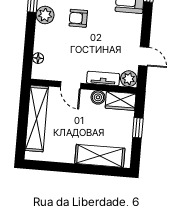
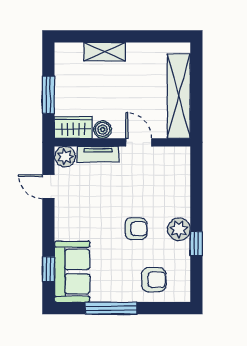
floor lamp: (38, 58) -> (183, 173), removed
window: (138, 128) -> (48, 95), width x1.50
shelving: (100, 156) -> (105, 52), width x0.67, depth x0.75

